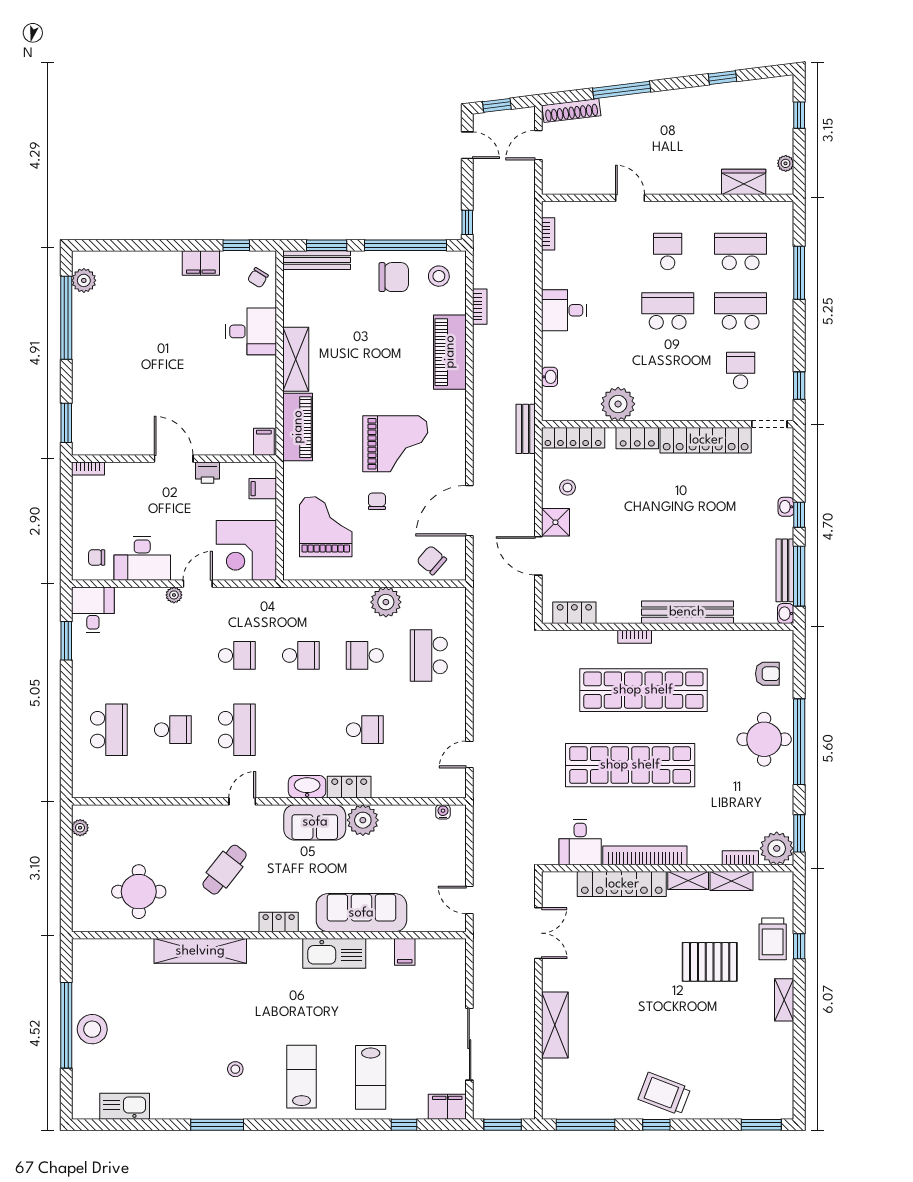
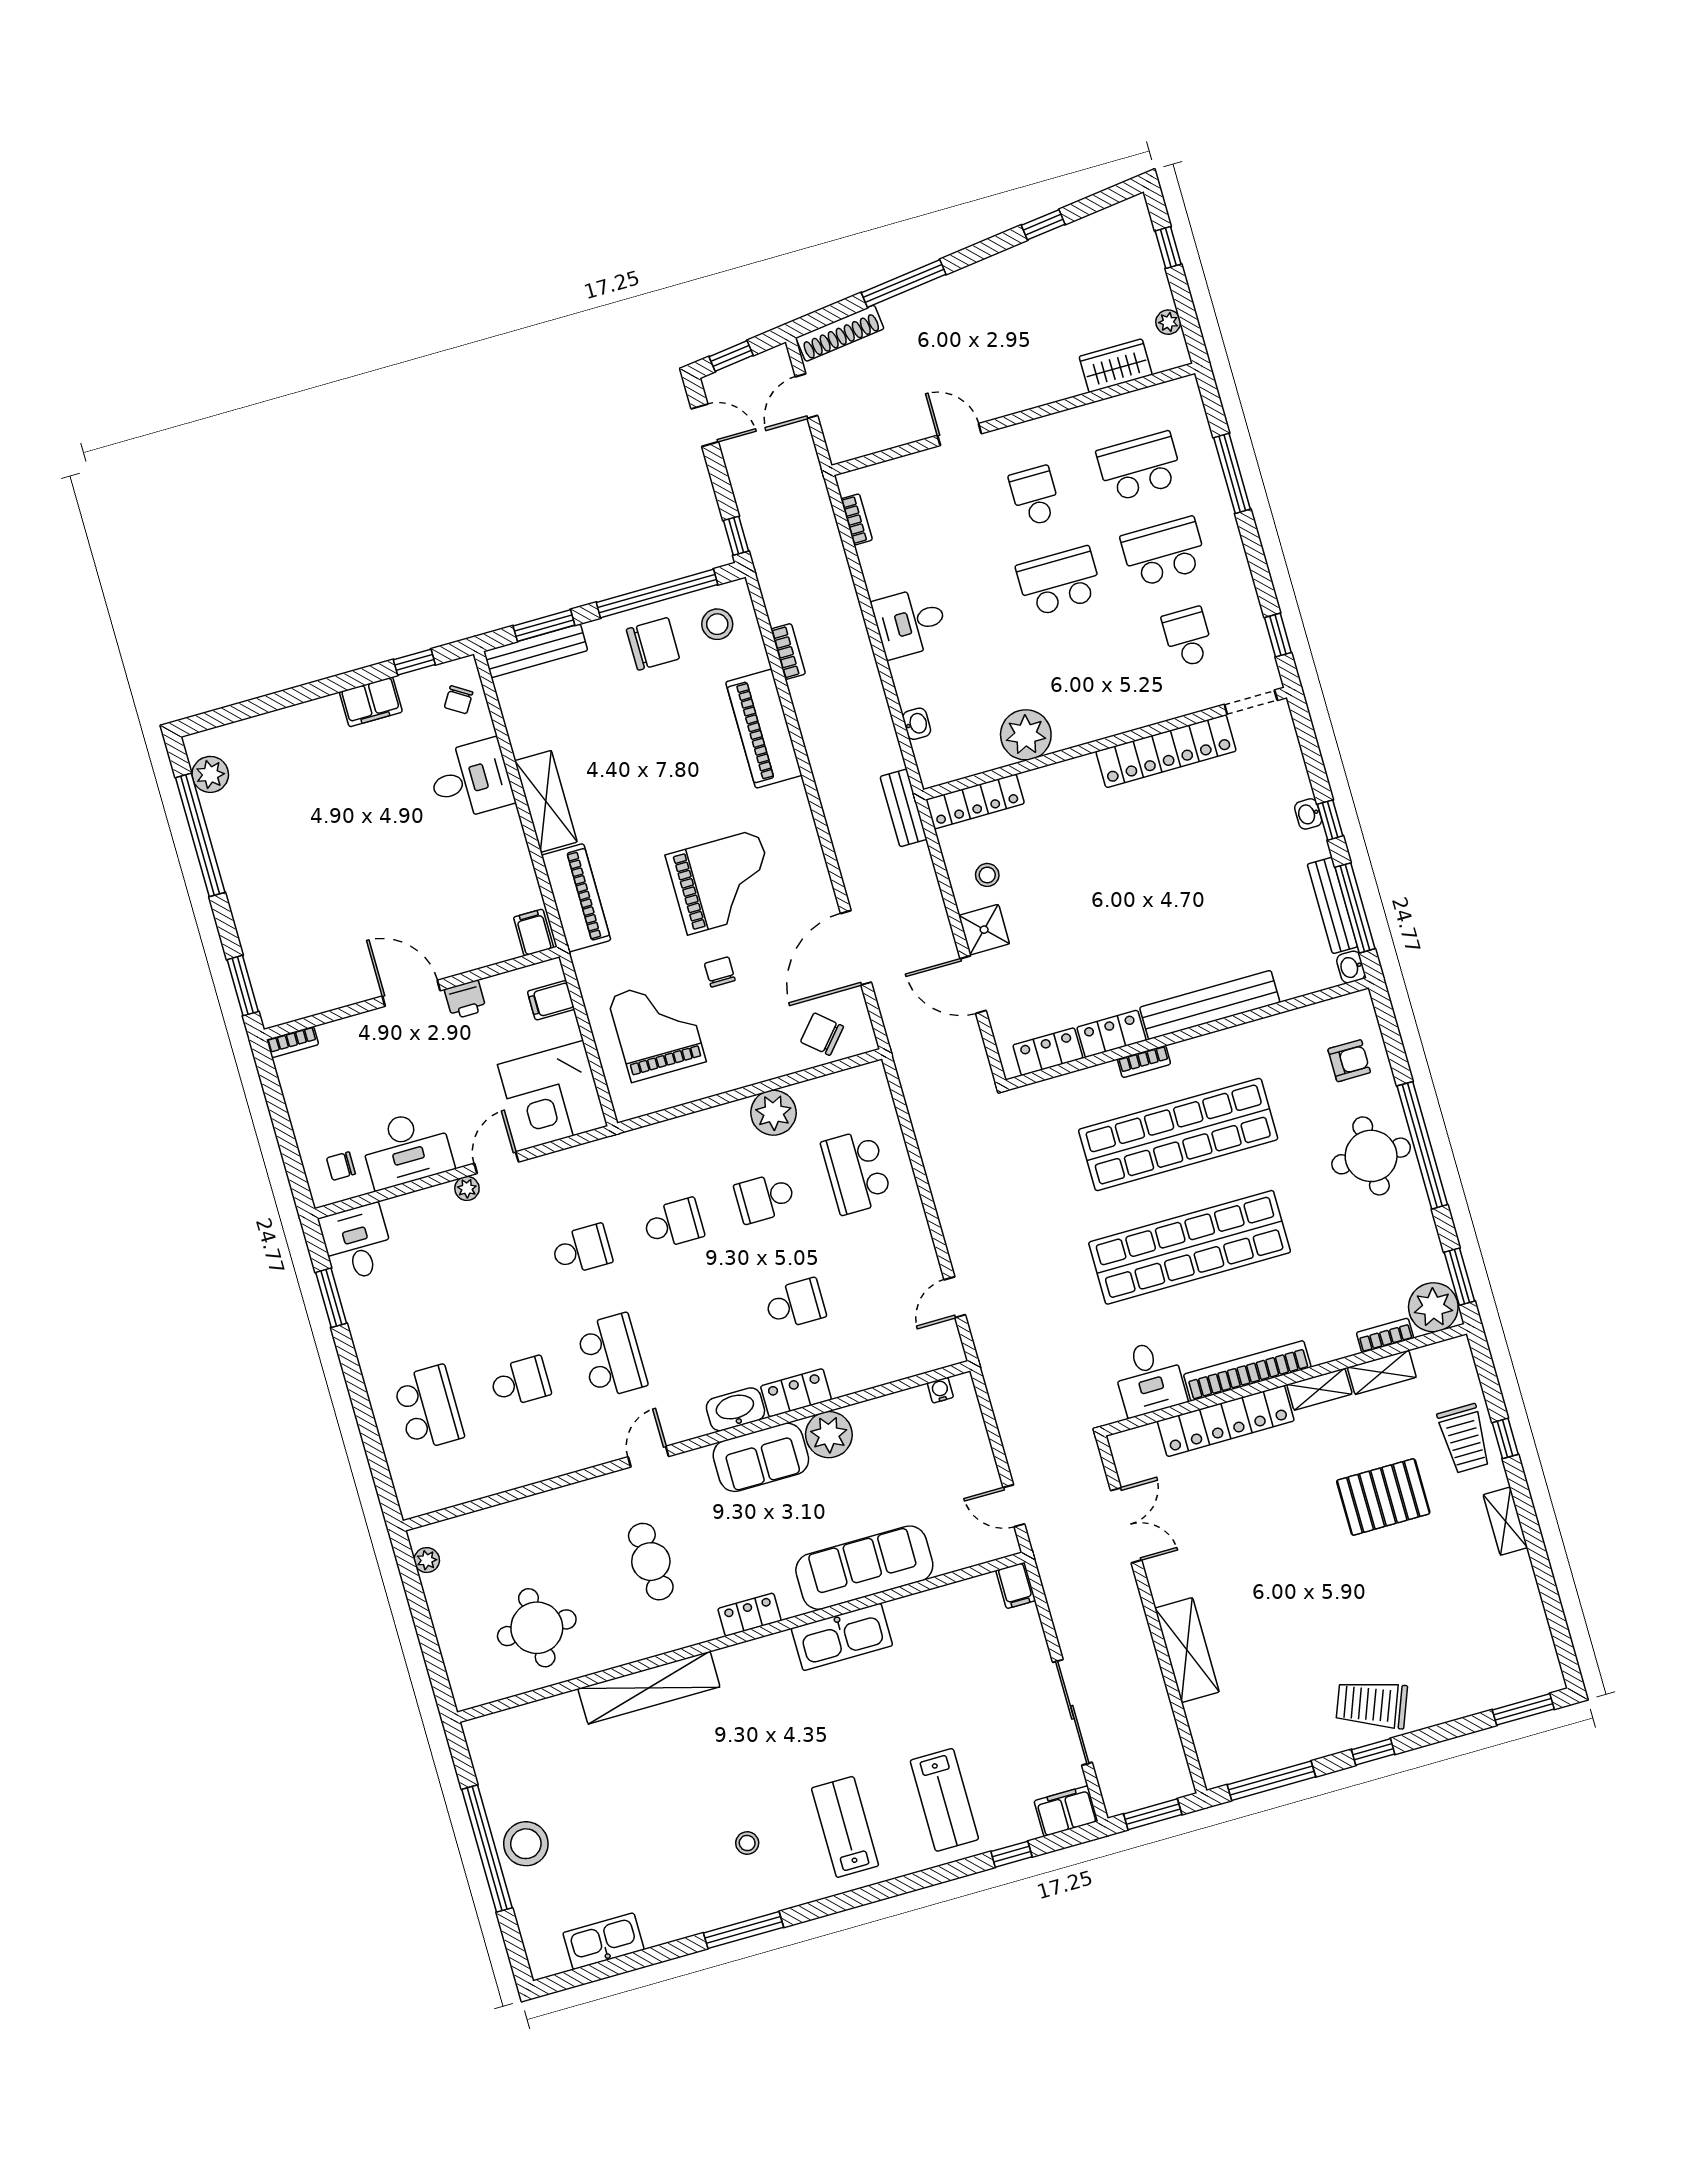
locker: (637, 438) -> (1111, 1034), moved, turned 180
cafe table: (225, 870) -> (651, 1562), turned -41
filing cabinet: (405, 952) -> (1016, 1585), moved

